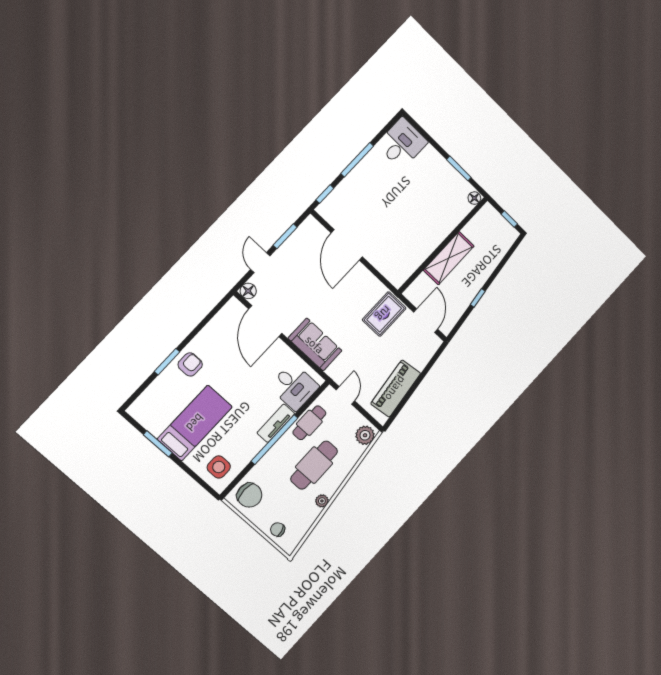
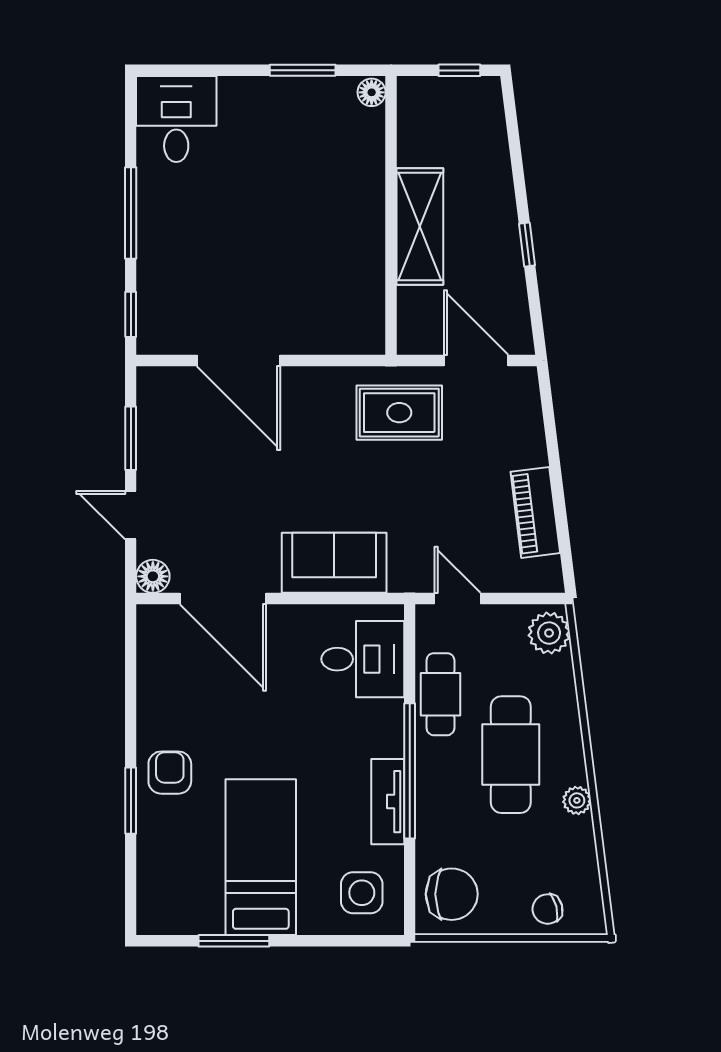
rug: (384, 314) -> (399, 413), turned 90
piano: (396, 389) -> (535, 512), width x0.73, depth x0.75
tv unit: (276, 423) -> (388, 802), moved

